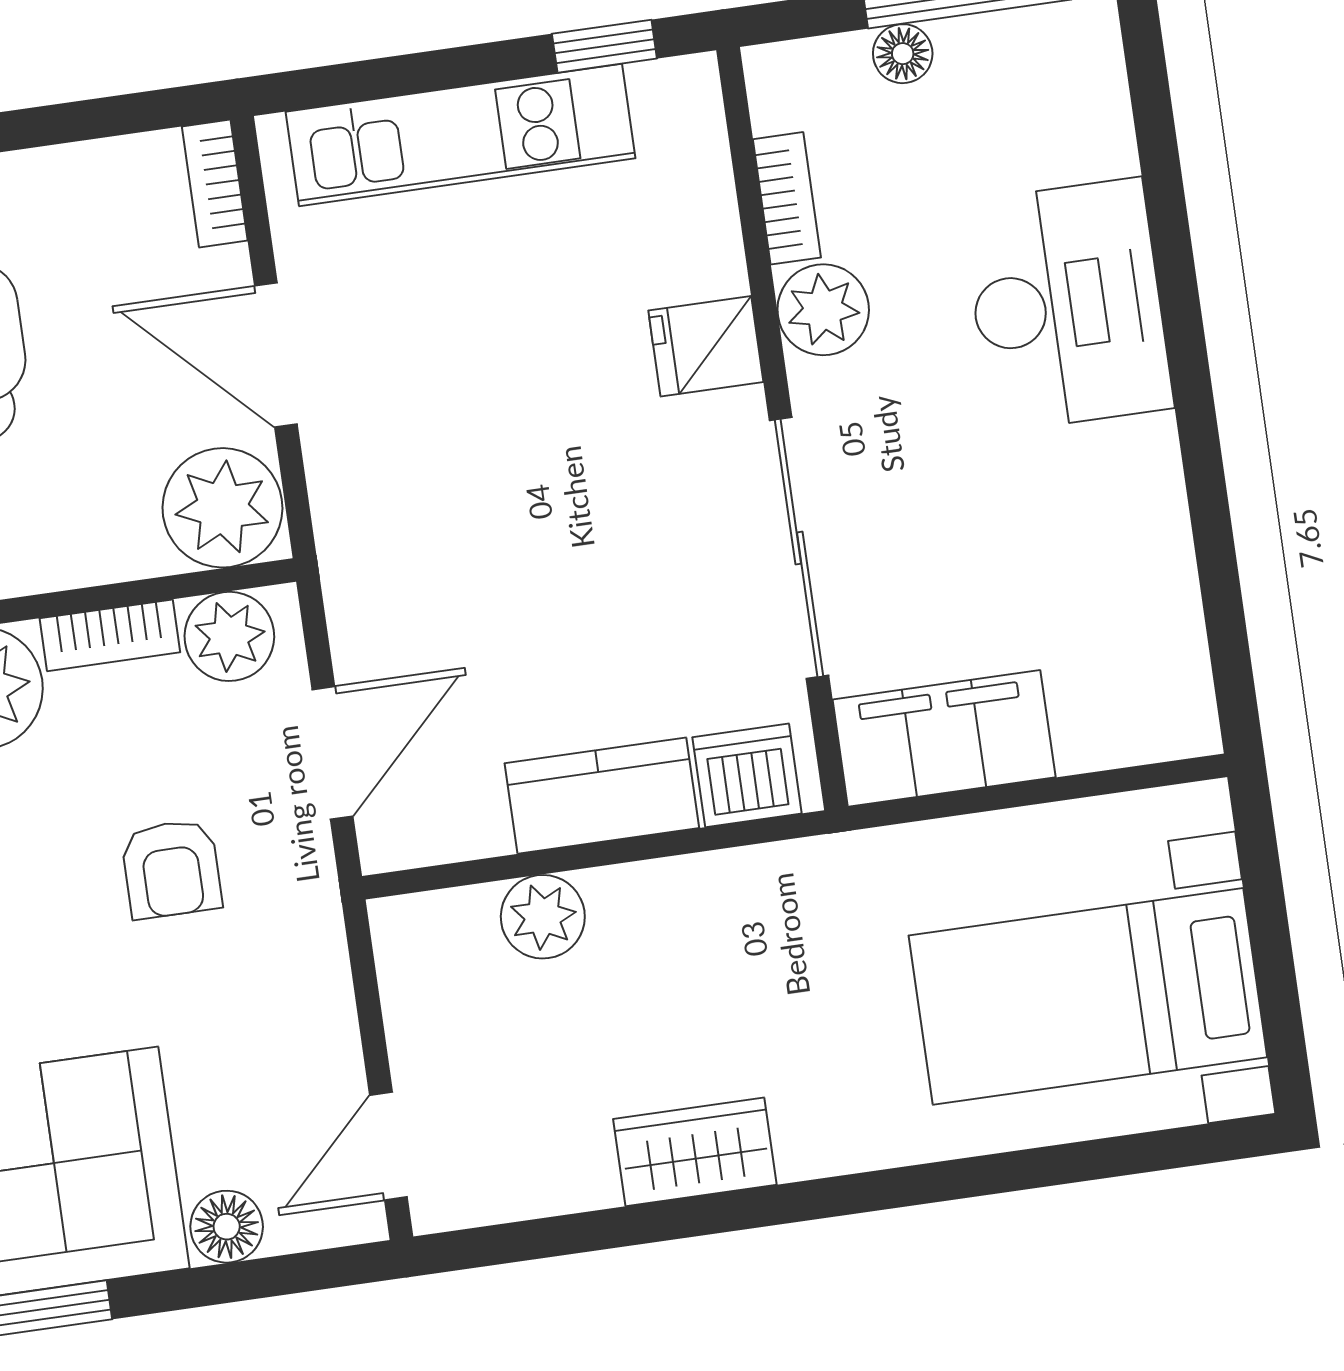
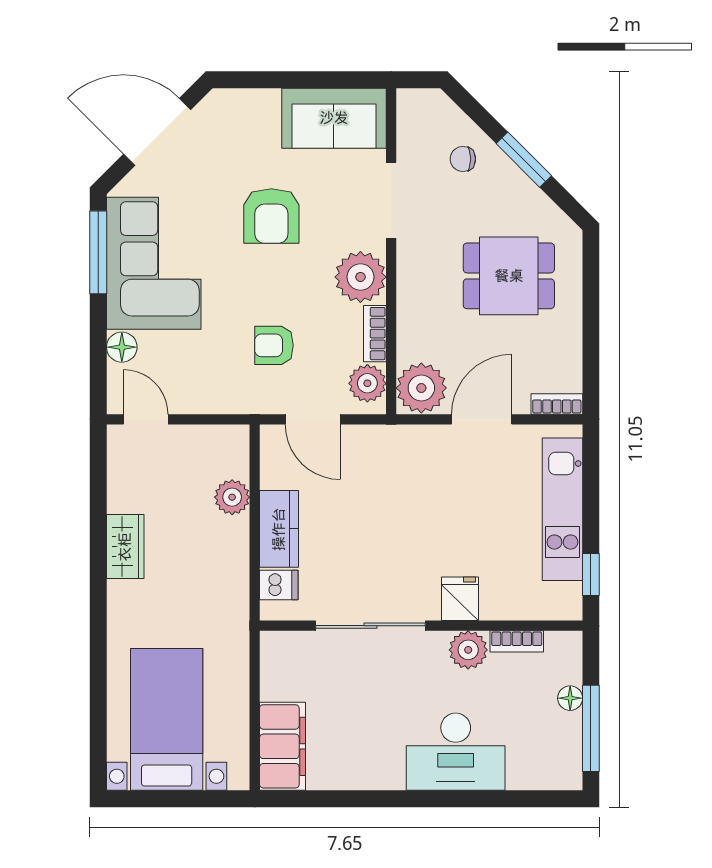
filing cabinet: (944, 738) -> (283, 746), moved
dishwasher: (747, 775) -> (279, 585), width x0.73

